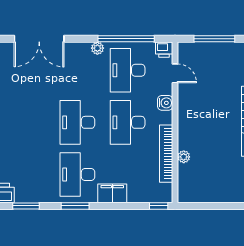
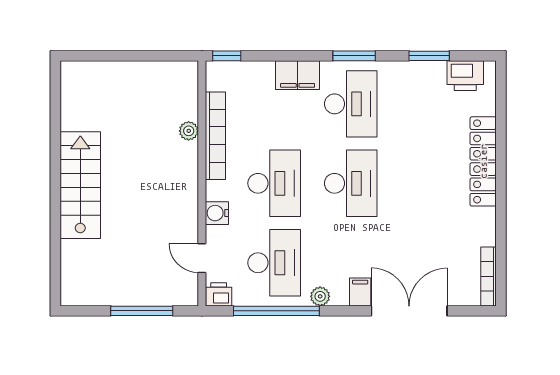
filing cabinet: (71, 51) -> (360, 292), added

